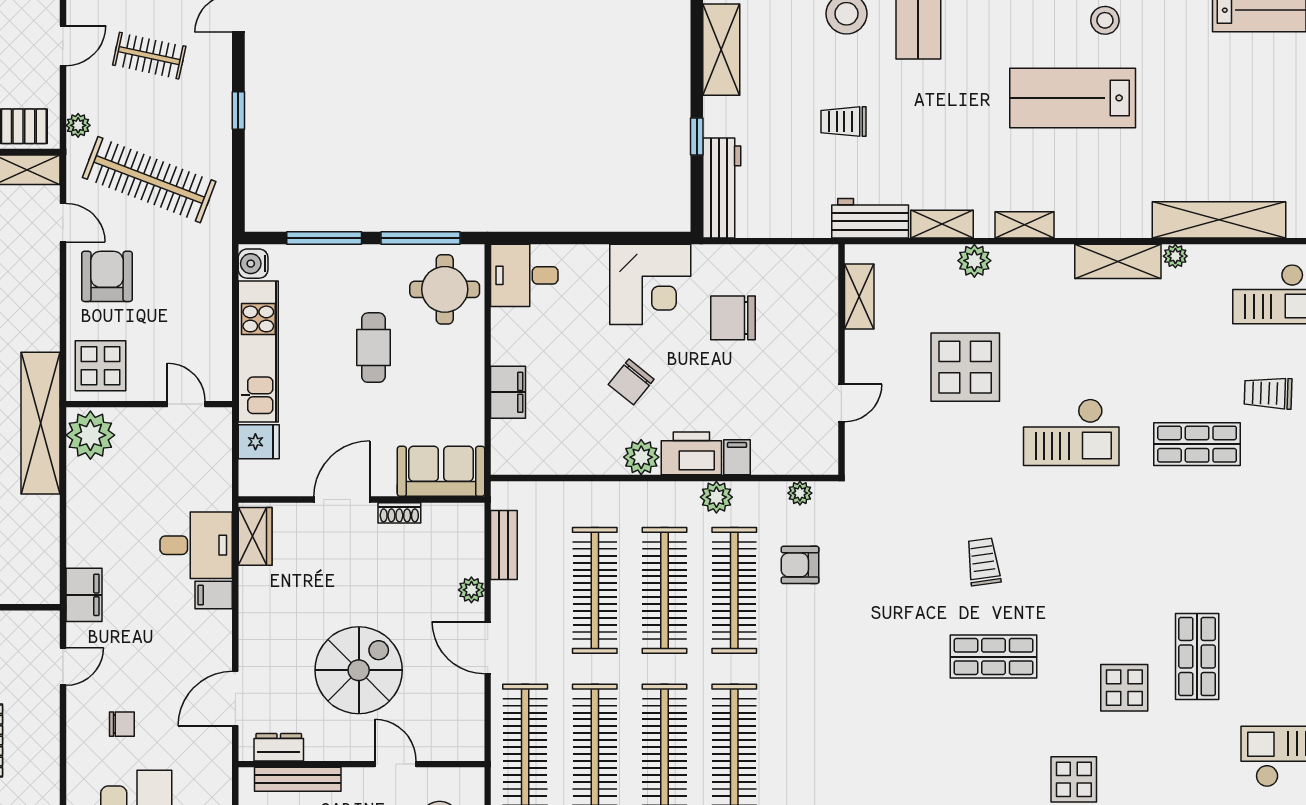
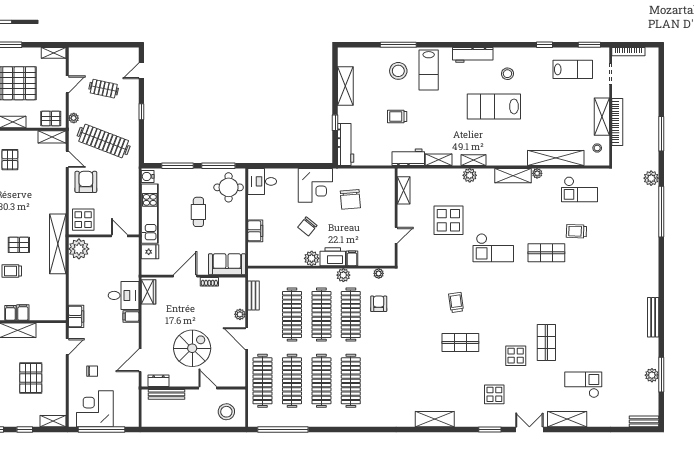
plant: (974, 261) -> (470, 175), moved
chair: (733, 318) -> (350, 199), turned -95
armchair: (800, 565) -> (379, 304), turned 90

